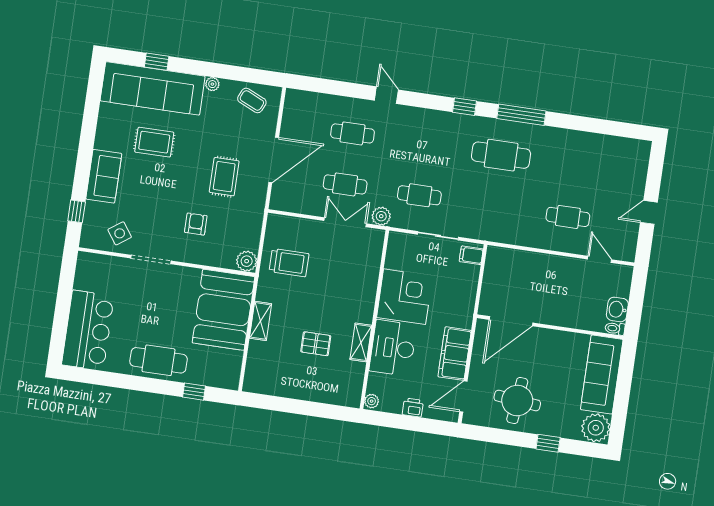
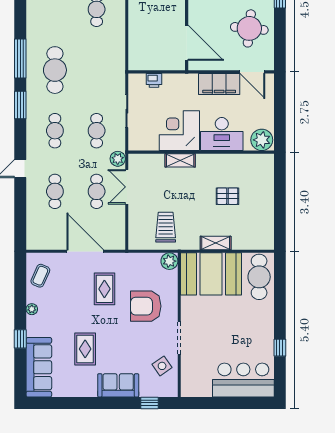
window: (157, 62) -> (20, 339), moved
sofa: (153, 88) -> (39, 367), width x0.74, depth x0.79
window: (465, 107) -> (20, 105), width x1.50
cafe table: (427, 144) -> (55, 131), added
rug: (224, 177) -> (104, 289), turned 90
armchair: (196, 224) -> (146, 306), width x1.88, depth x1.88
filing cabinet: (471, 255) -> (138, 82), removed
shelving: (361, 342) -> (180, 160), moved
pallet: (316, 344) -> (227, 196), turned 90
cafe table: (159, 360) -> (259, 277), moved
window: (194, 392) -> (280, 348), moved
plant: (372, 401) -> (262, 140), width x1.88, depth x1.88
printer: (413, 407) -> (154, 80), moved, turned -90

